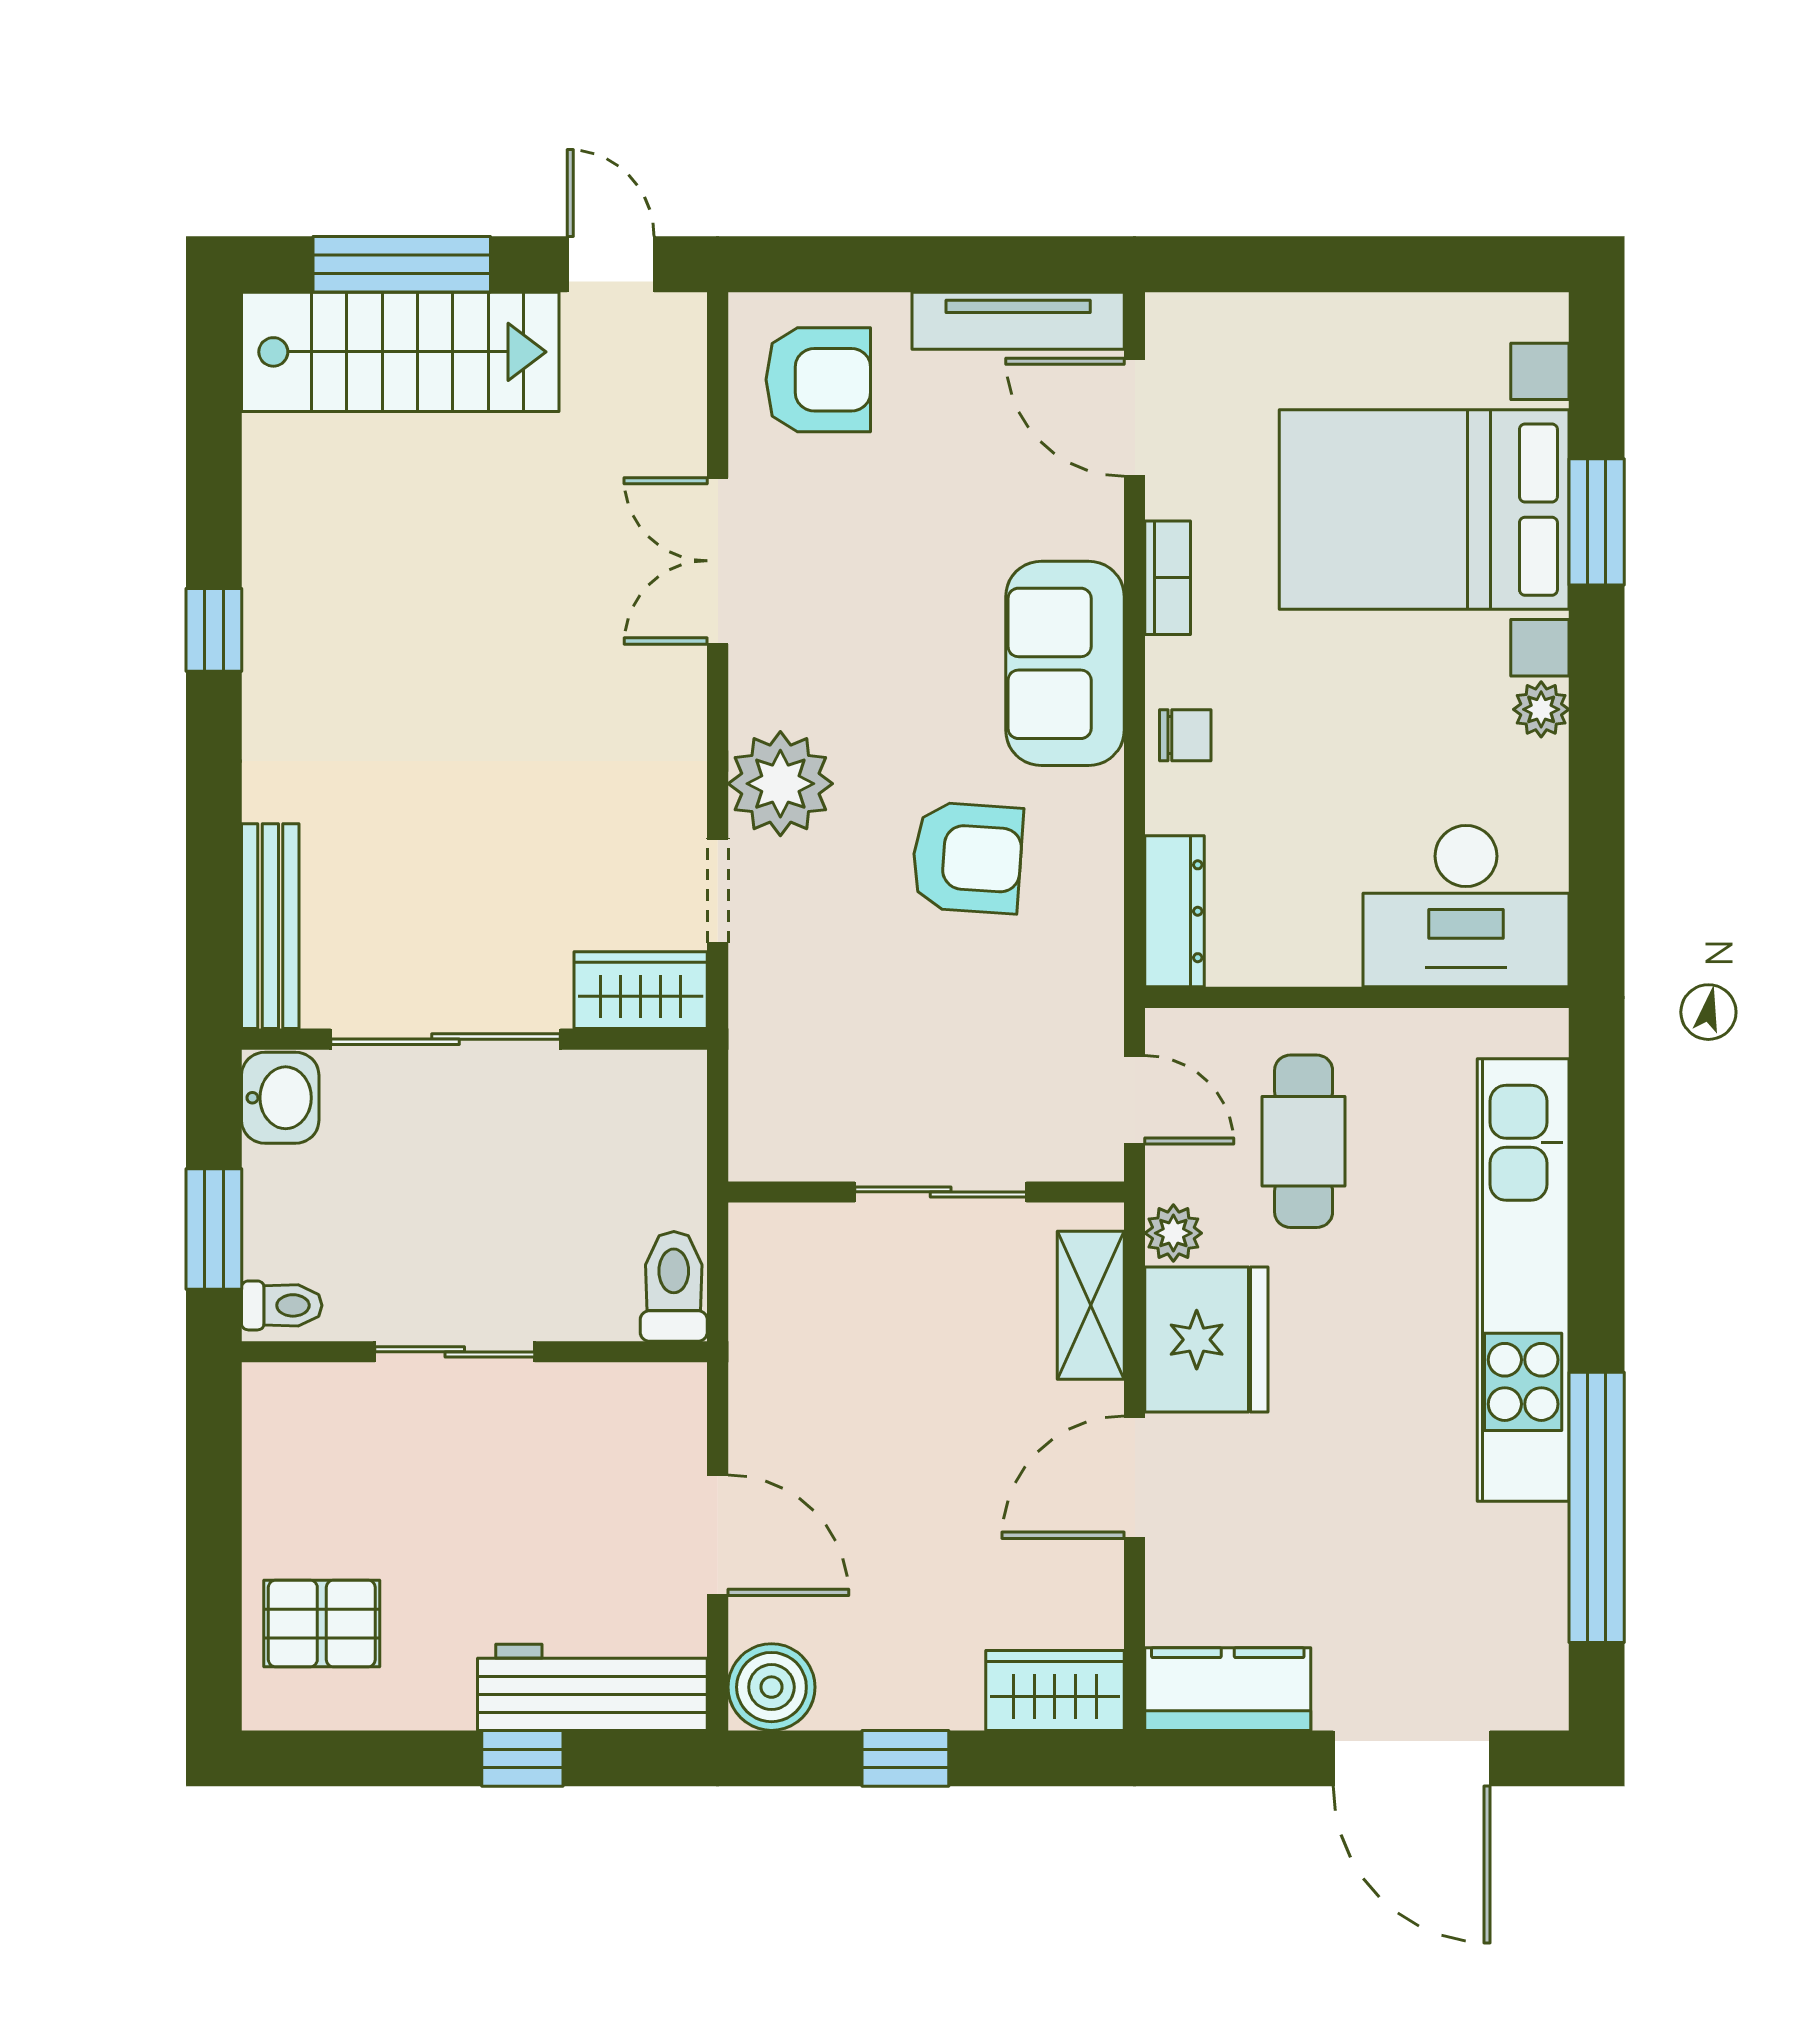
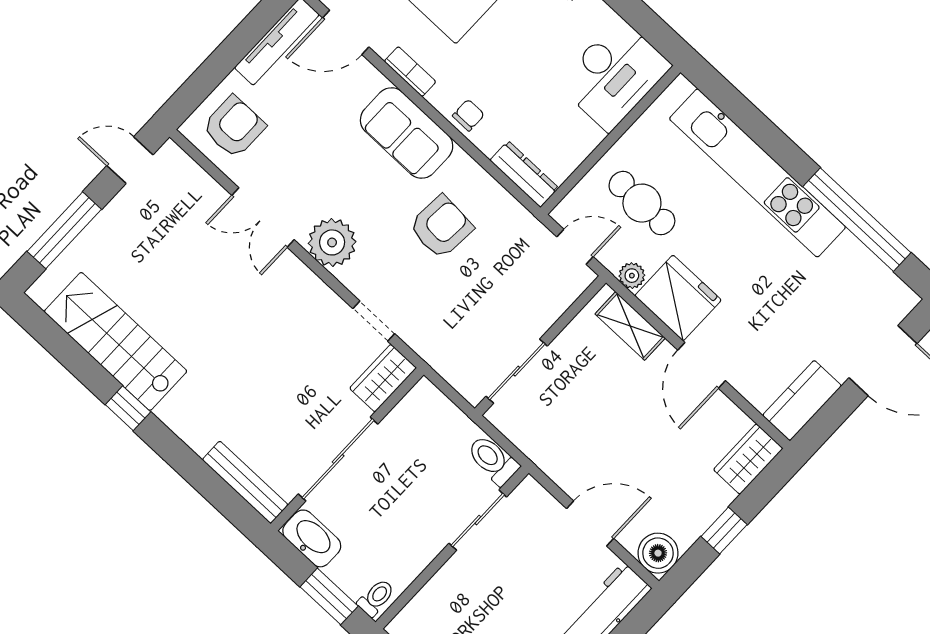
stairs: (400, 352) -> (116, 341), moved, turned -90
plant: (780, 784) -> (332, 242), moved
washbasin: (280, 1098) -> (312, 538), width x1.38
sliding door: (941, 1192) -> (517, 371), moved
sliding door: (455, 1352) -> (478, 520), moved

